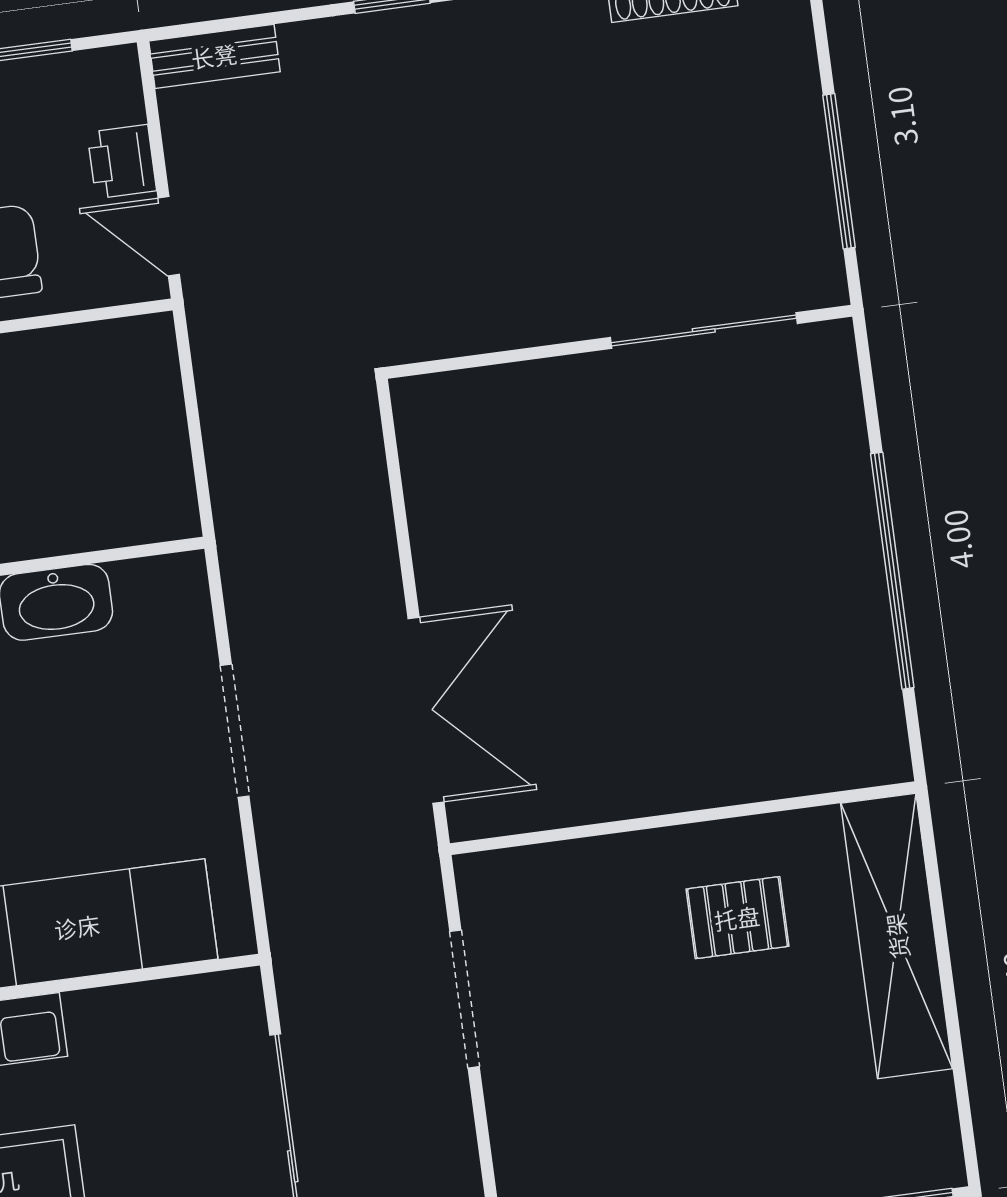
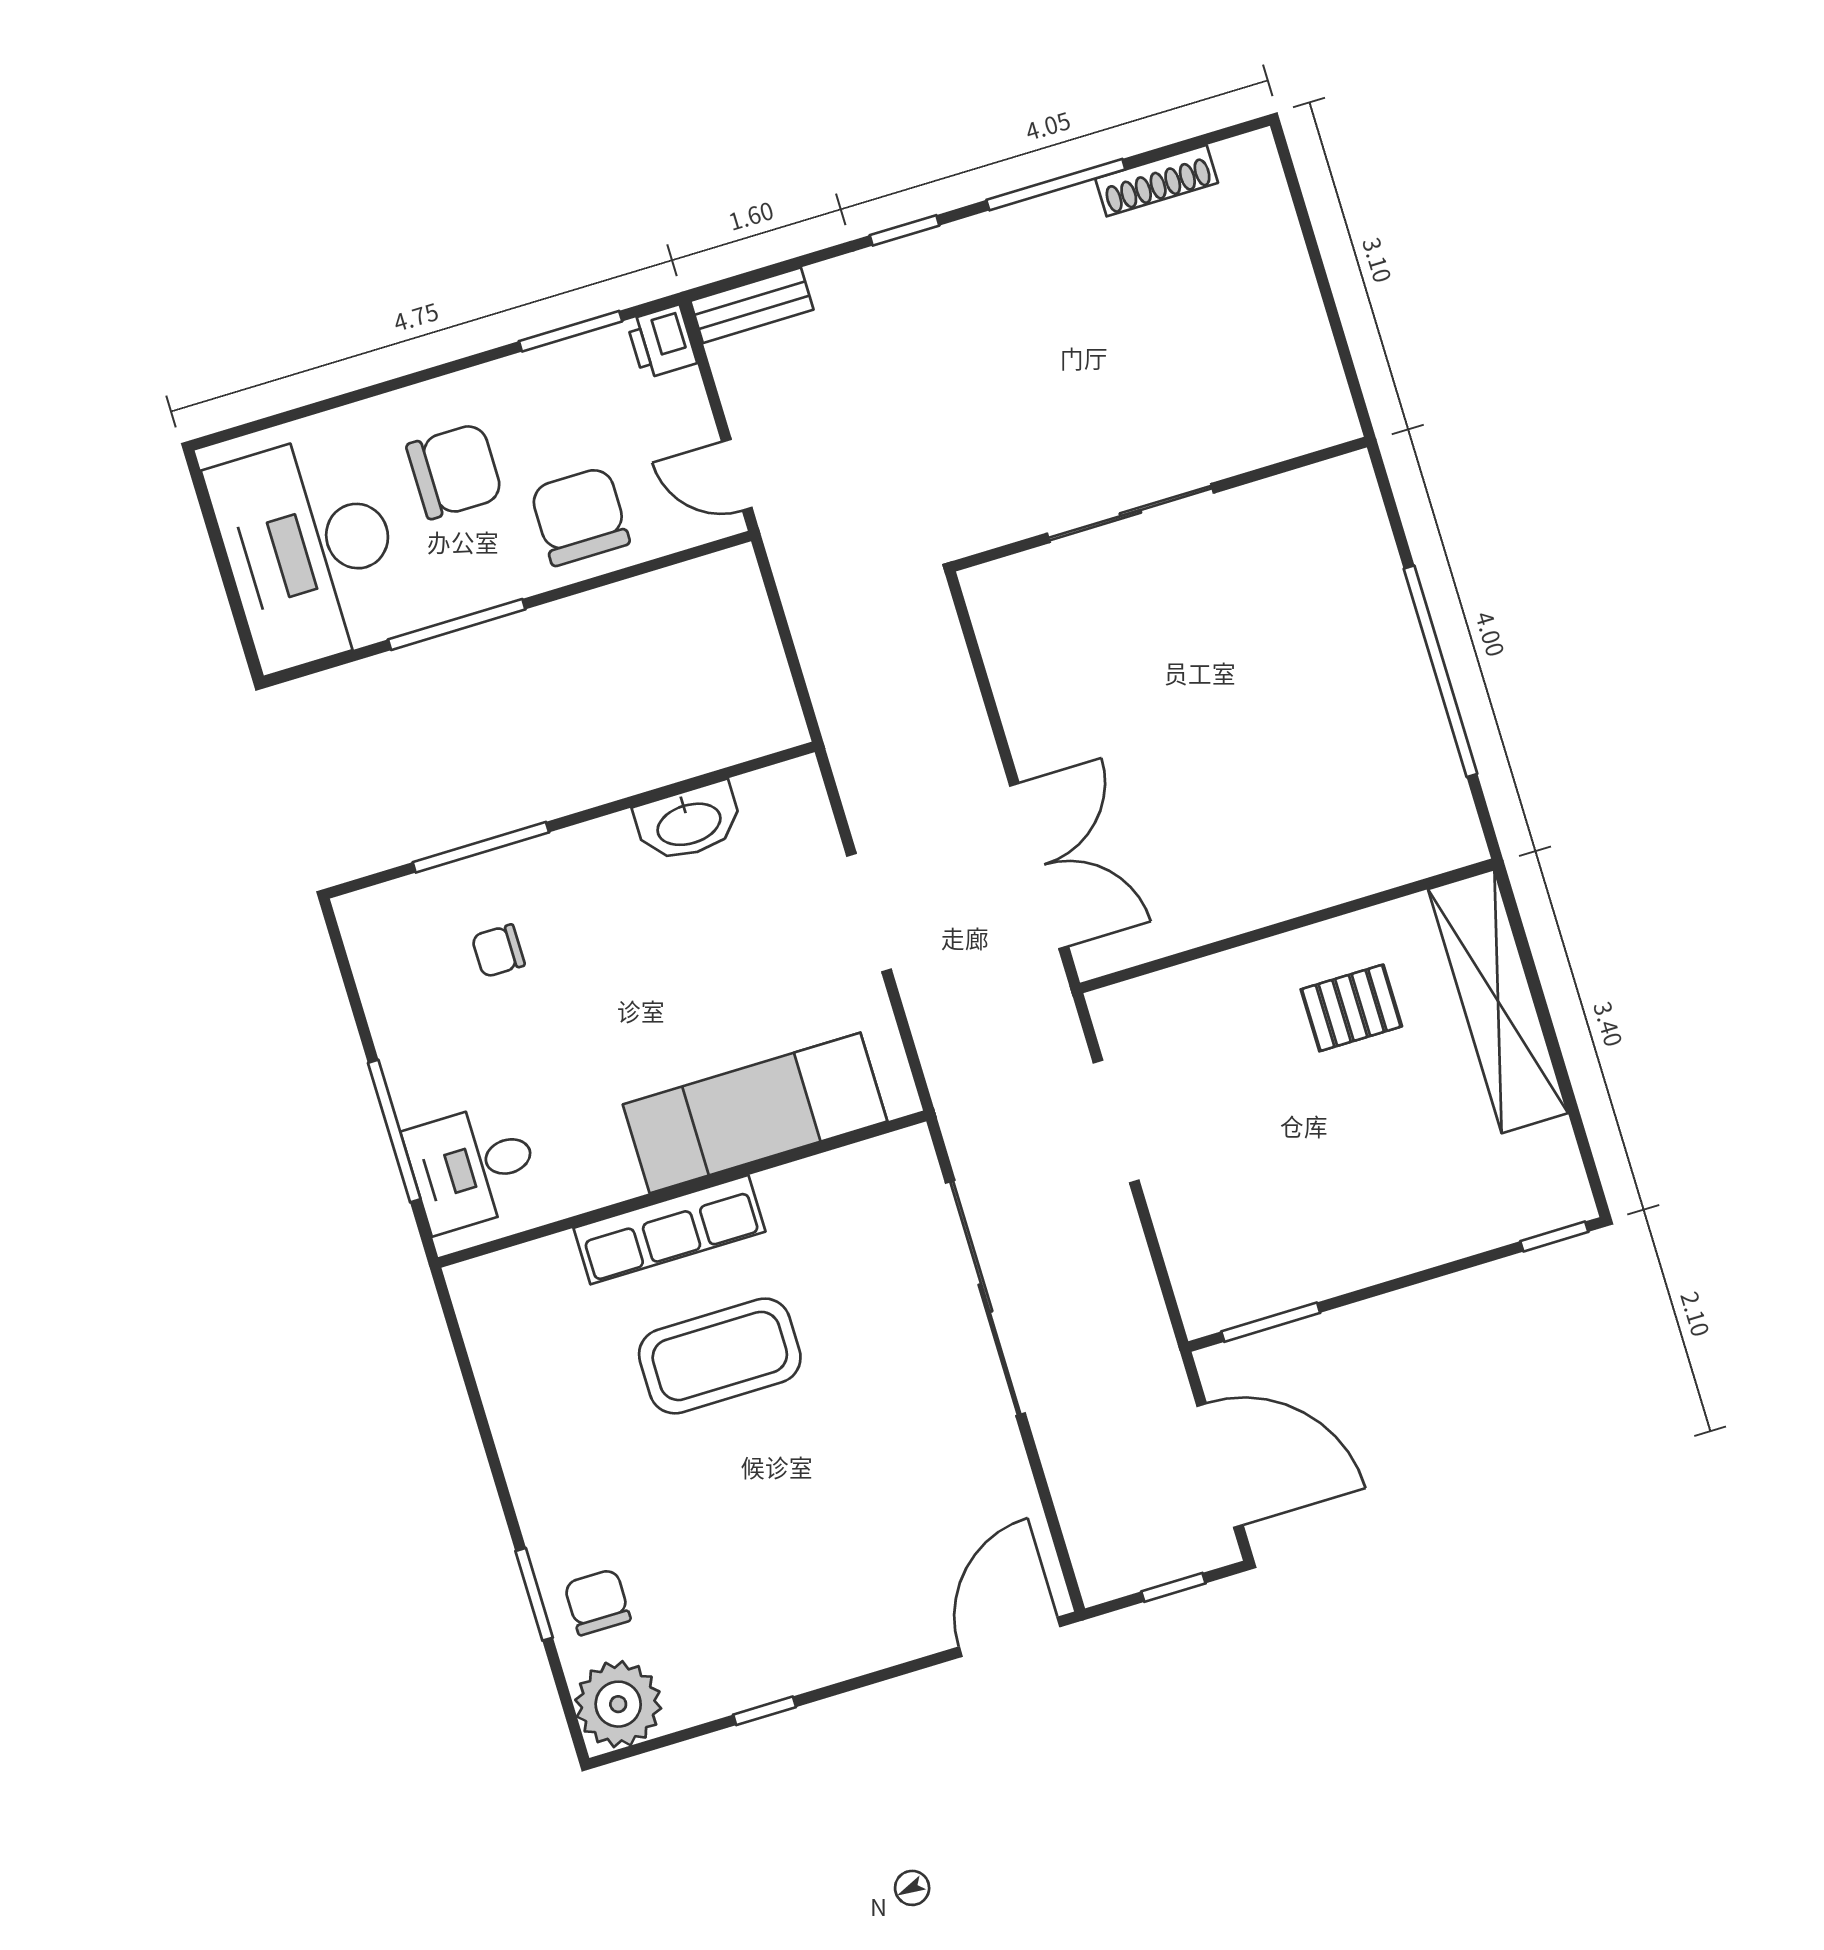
printer: (122, 162) -> (662, 342), moved
window: (839, 171) -> (1334, 318), removed
sliding door: (704, 330) -> (1130, 513), moved

